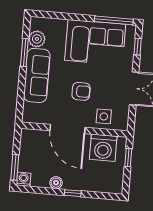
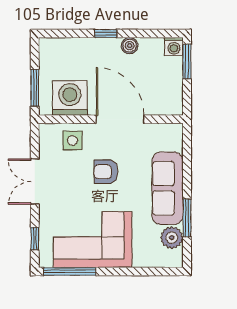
window: (128, 158) -> (35, 88), width x1.50

